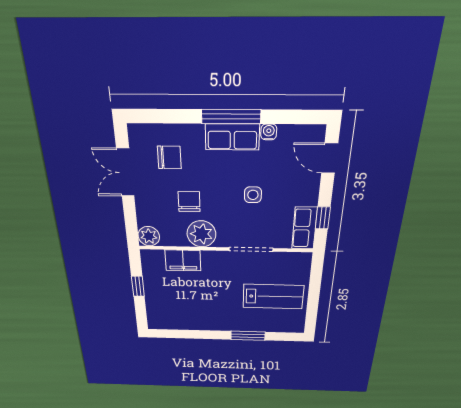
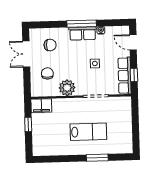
chair: (189, 202) -> (47, 73), moved
row of seats: (304, 228) -> (125, 76), width x1.48
plant: (149, 236) -> (37, 91), removed
filing cabinet: (183, 260) -> (41, 106), moved
lab bench: (273, 297) -> (88, 132), moved

